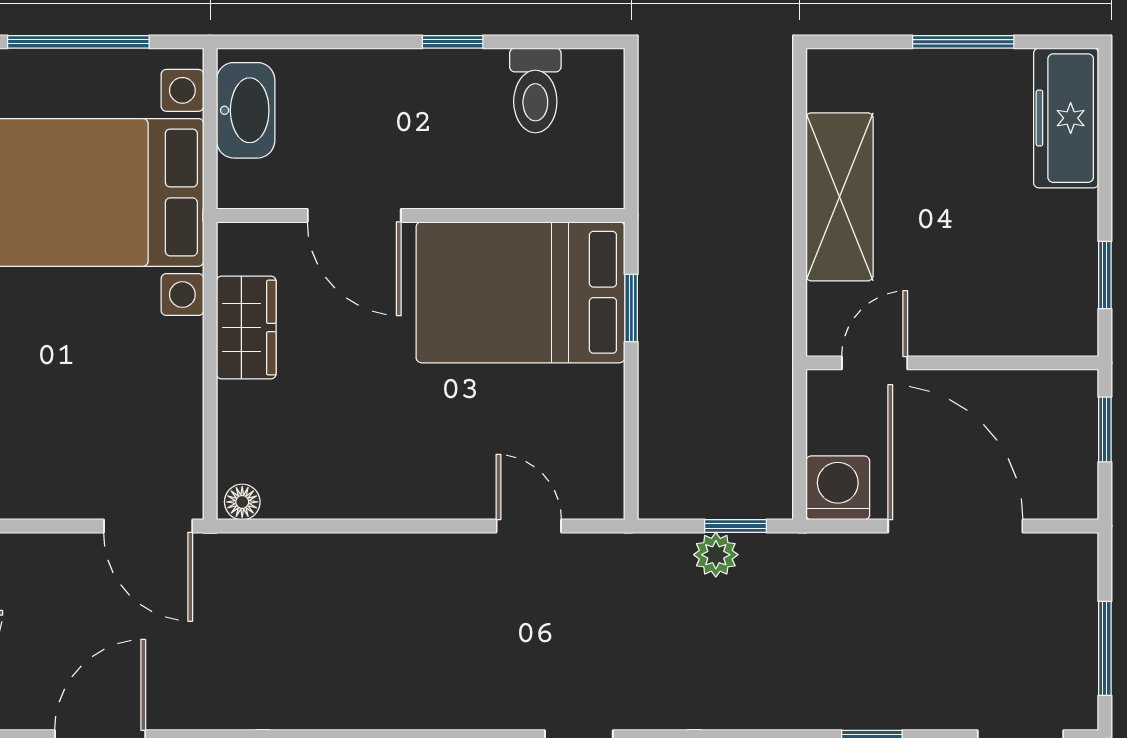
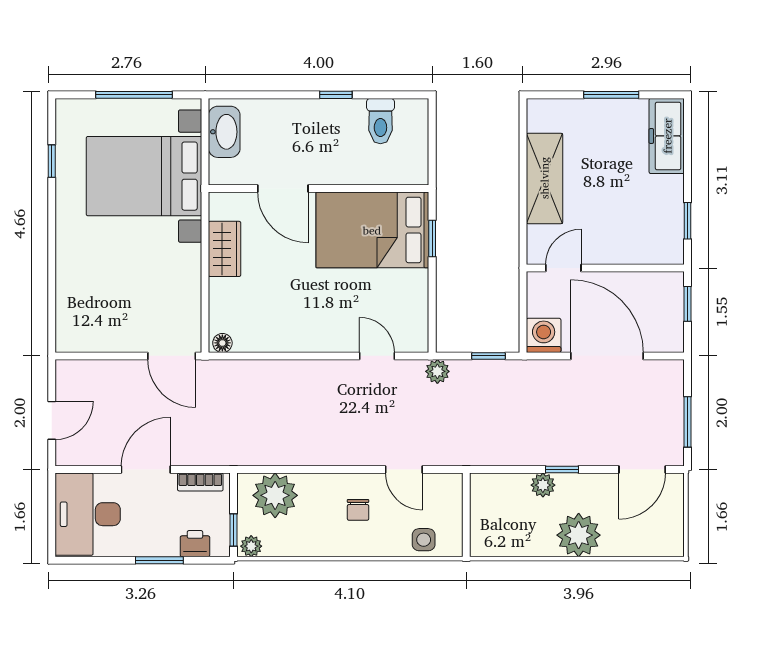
plant: (716, 555) -> (437, 371), moved

